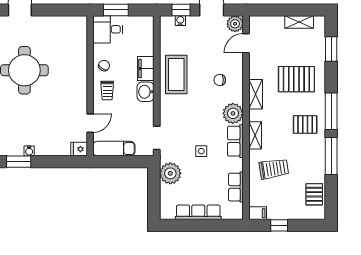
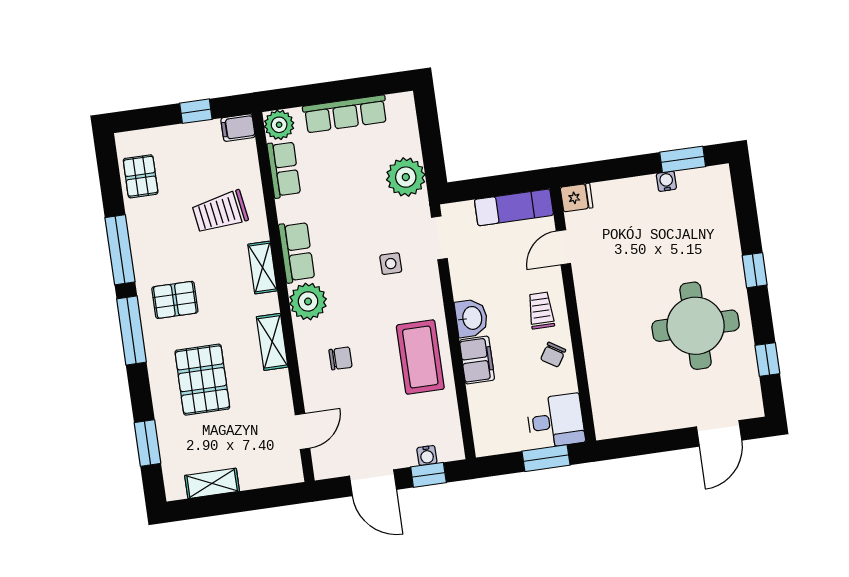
plant: (235, 24) -> (279, 125), moved
pallet: (296, 79) -> (202, 380), turned 90
side table: (201, 151) -> (391, 264), moved

